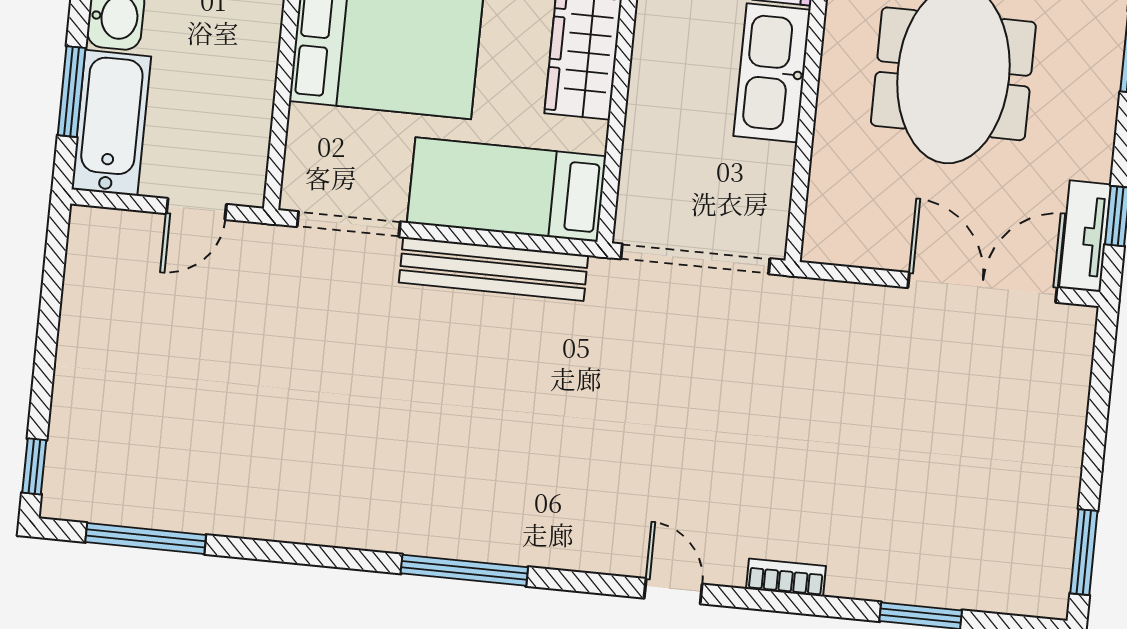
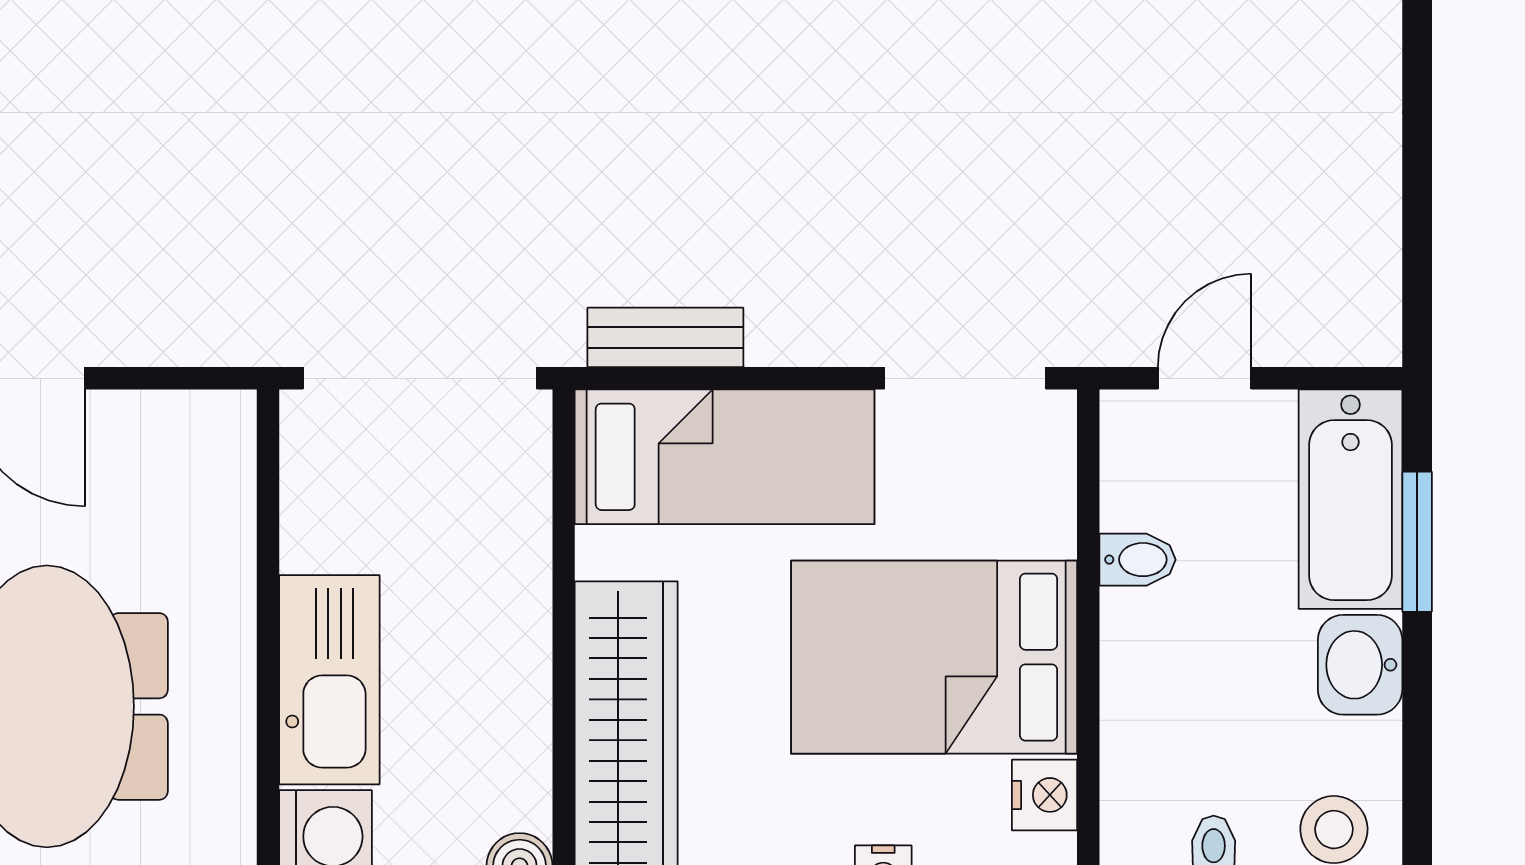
bidet: (251, 98) -> (1138, 560), added
bench: (493, 269) -> (665, 337), width x0.54, depth x0.82

